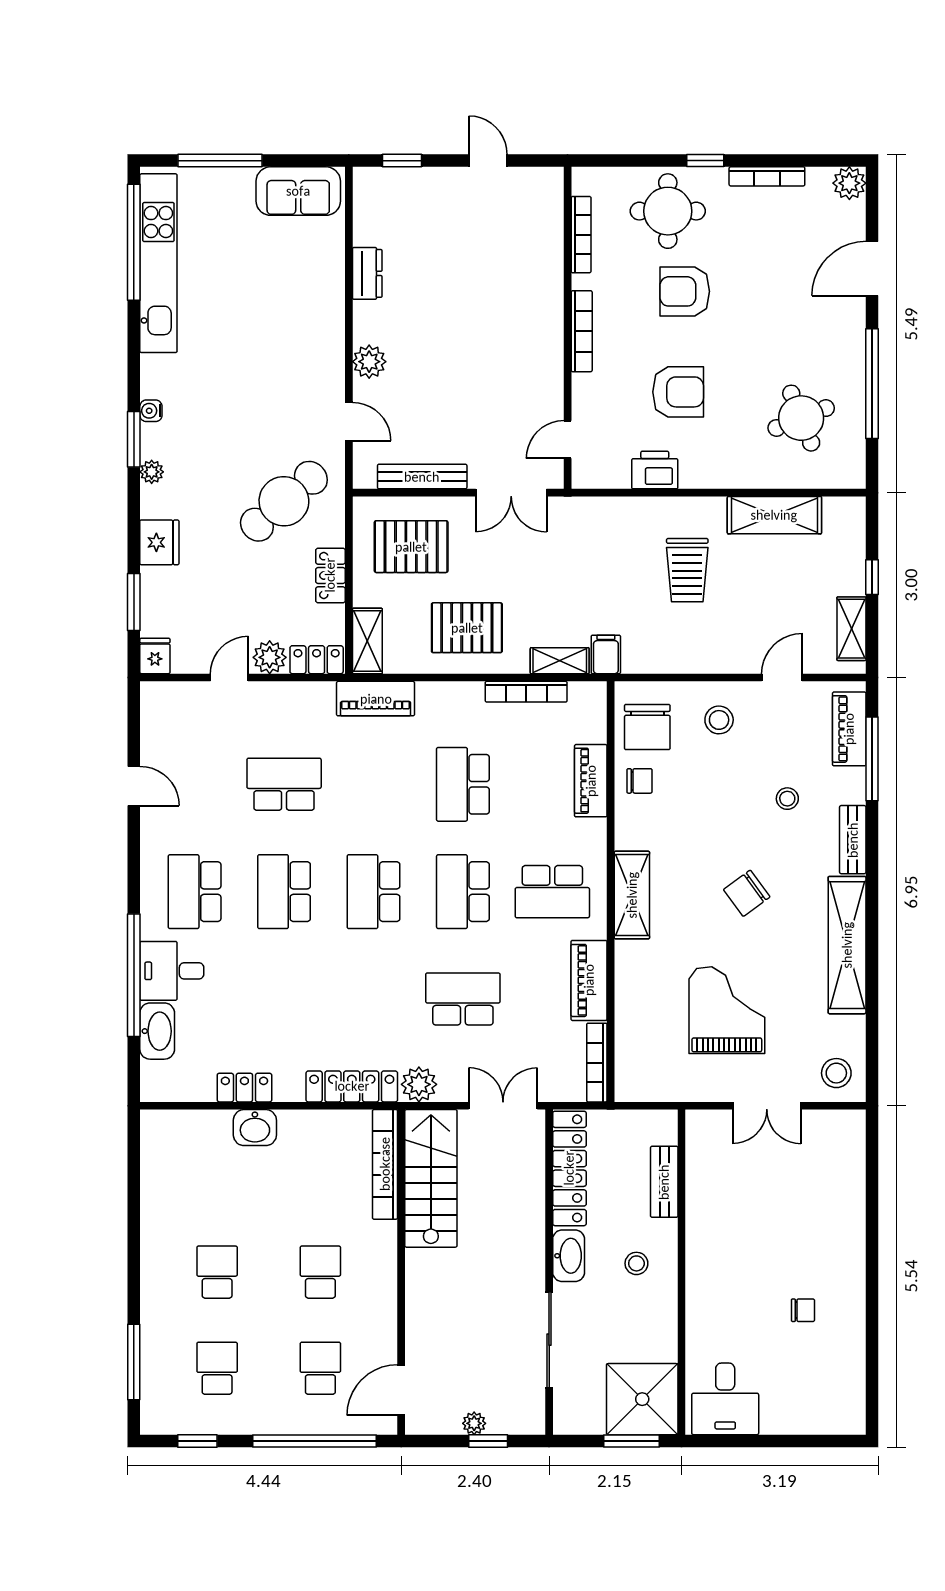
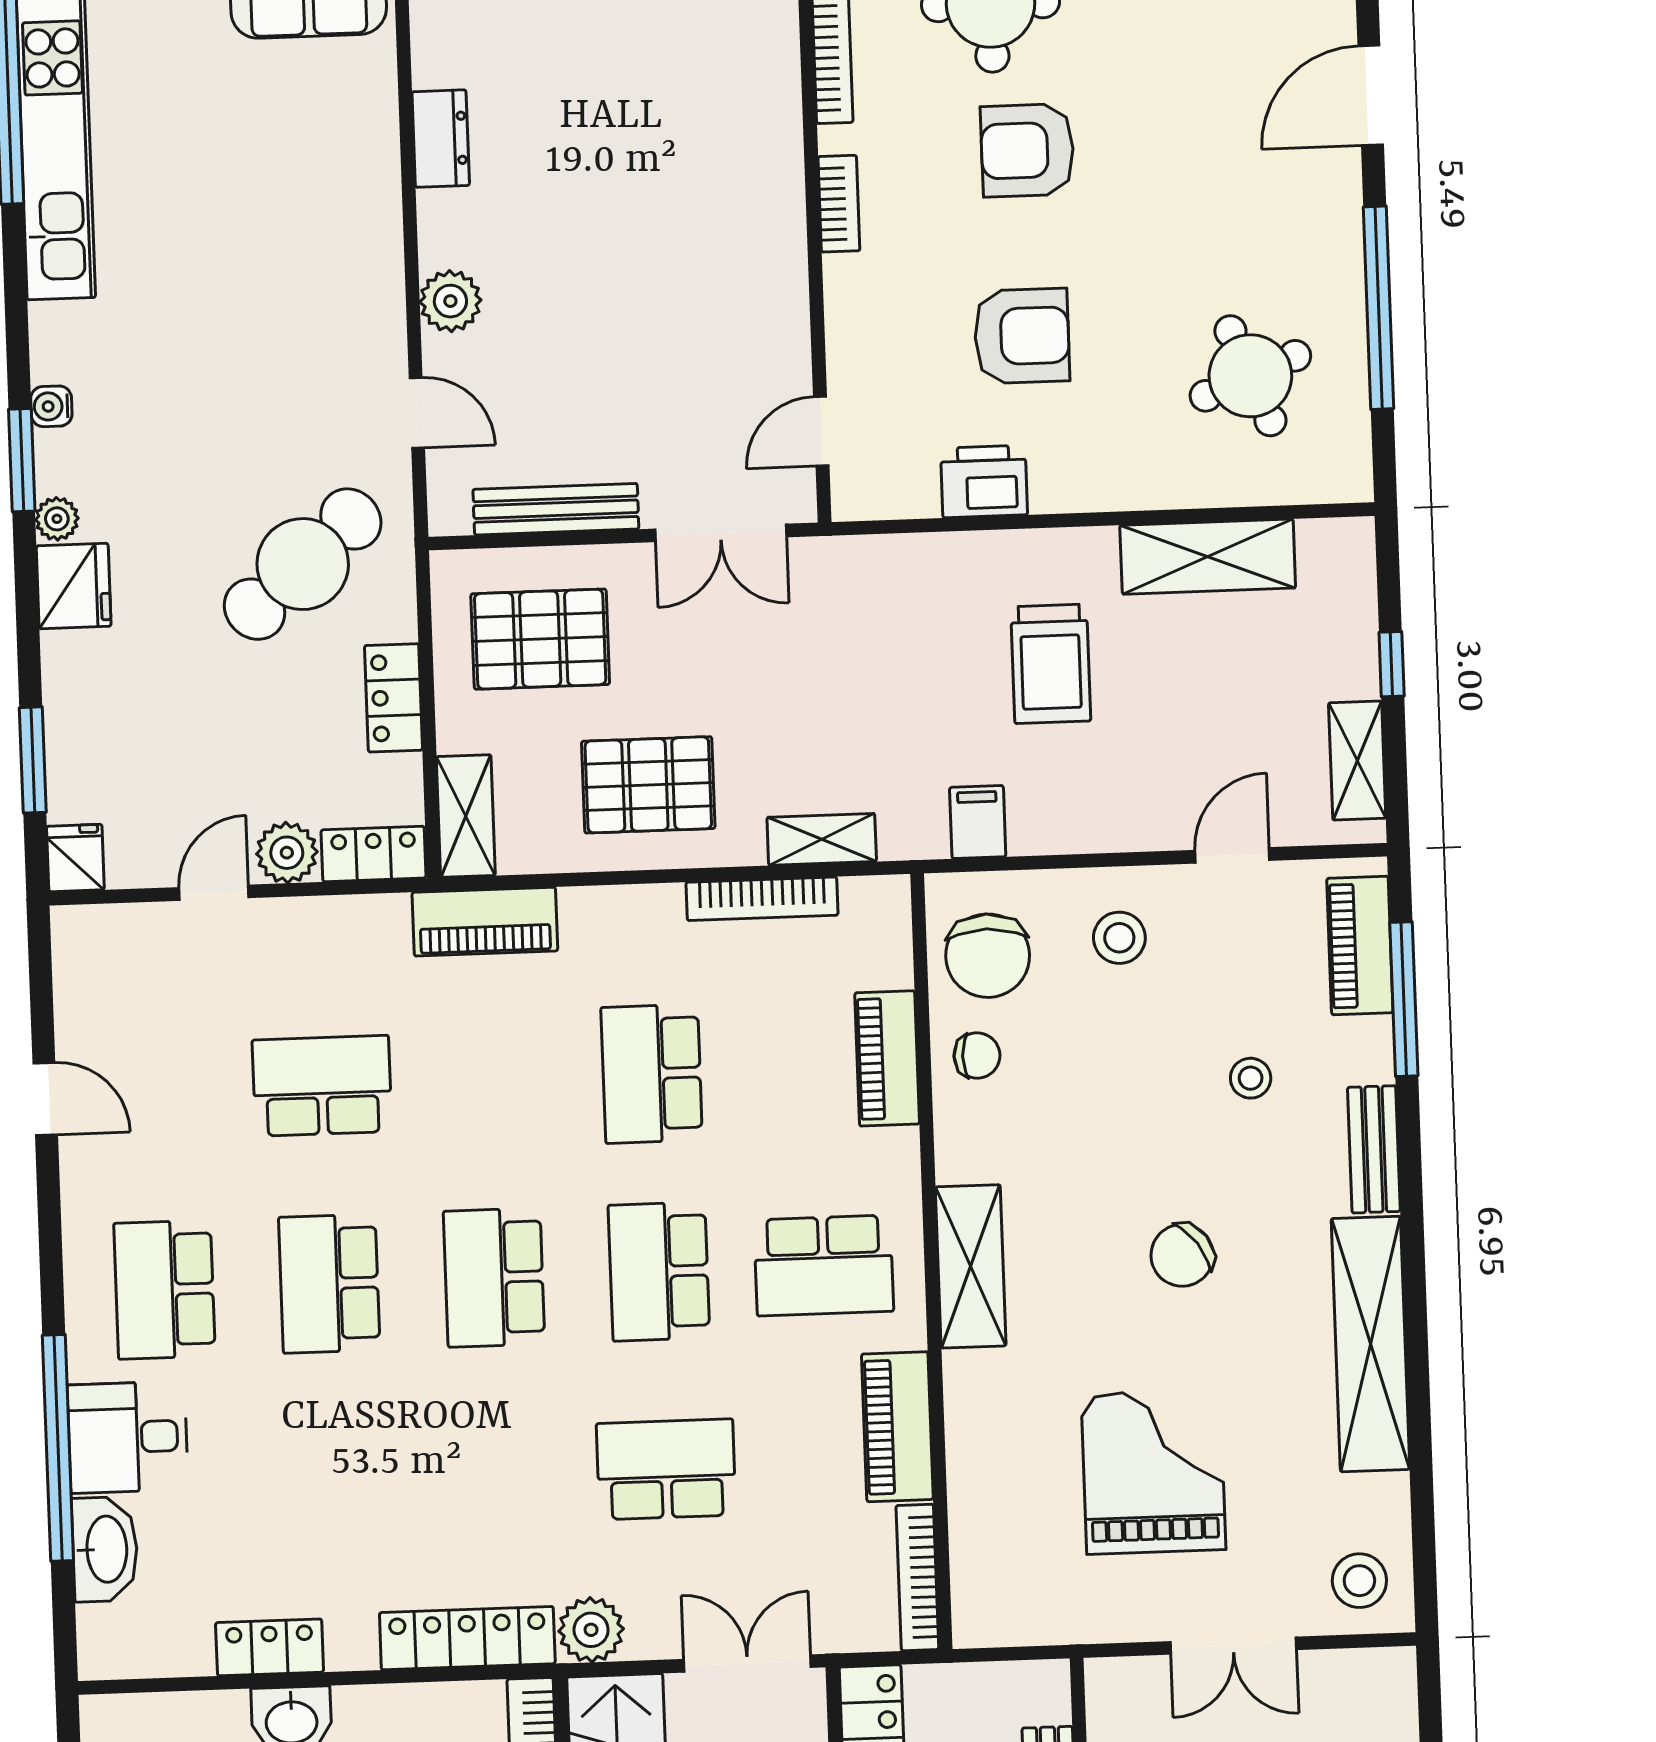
bookcase: (582, 331) -> (839, 204), width x0.64
fridge: (159, 542) -> (74, 586), moved
filing cabinet: (606, 654) -> (978, 822), moved

